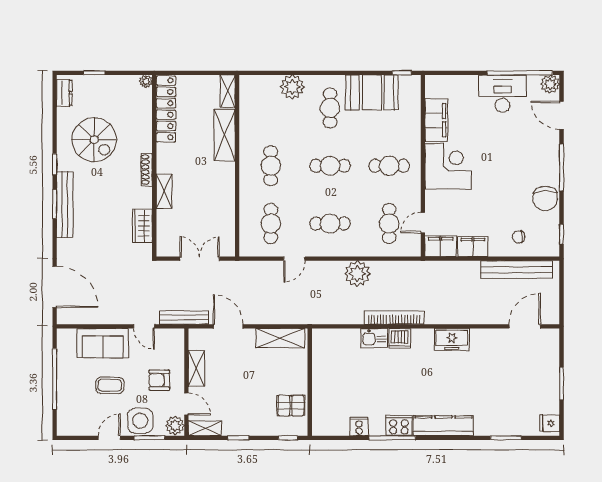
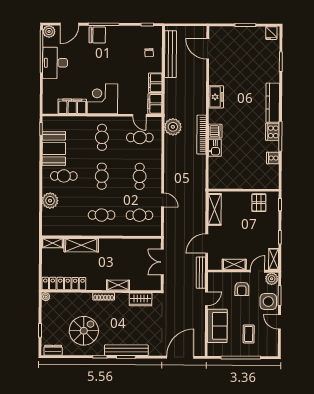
chair: (545, 198) -> (97, 35), moved
plant: (357, 274) -> (173, 127), moved
coffee table: (110, 385) -> (249, 334), moved

